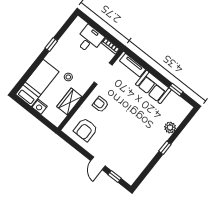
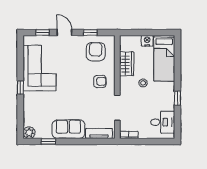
desk: (89, 39) -> (163, 122), moved, turned -90
plant: (170, 128) -> (29, 133), moved
window: (78, 148) -> (90, 33), added
corner sofa: (138, 151) -> (40, 68), added

